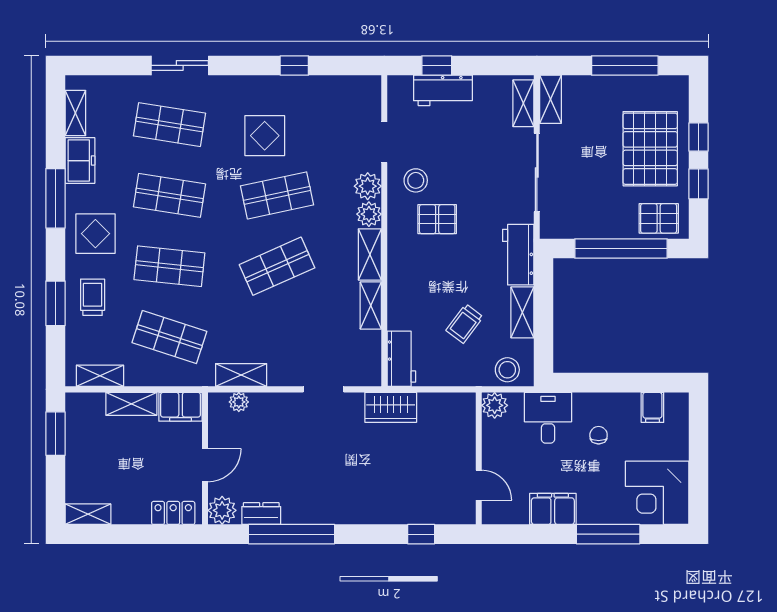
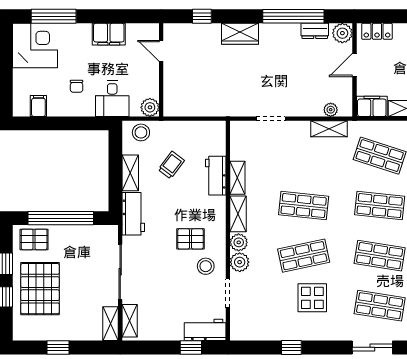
window: (625, 65) -> (58, 347), width x0.46
workbench: (443, 90) -> (205, 330), moved
shop shelf: (277, 266) -> (304, 206), turned 30
workbench: (401, 359) -> (216, 176), moved
wardrobe: (391, 407) -> (240, 34), moved, turned 180
window: (608, 534) -> (54, 16), moved

